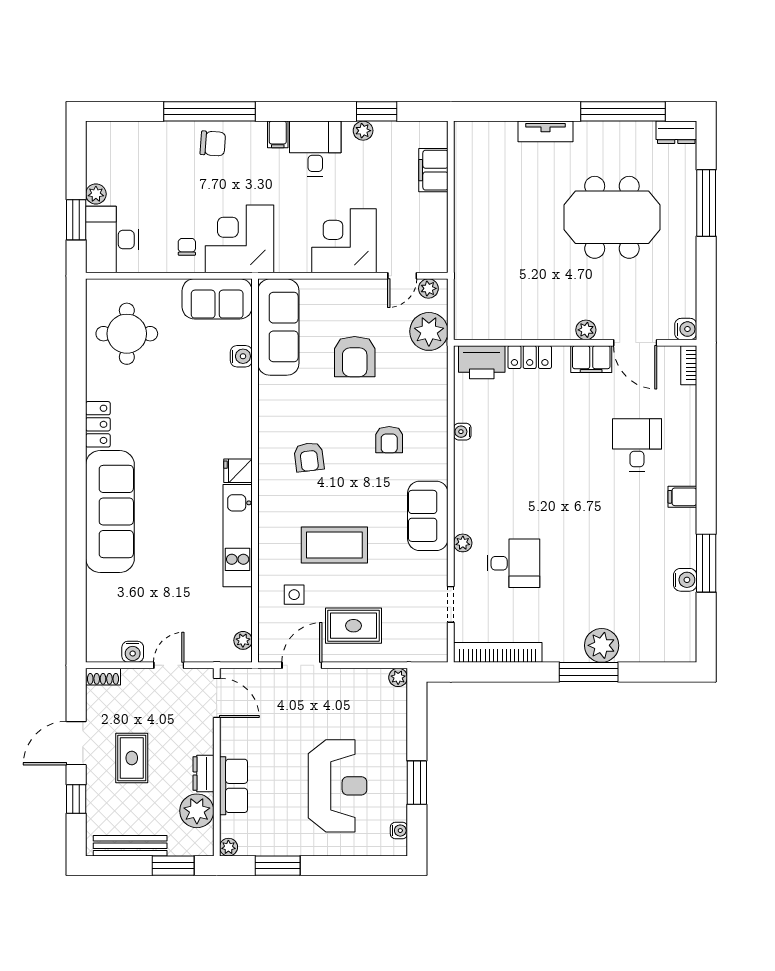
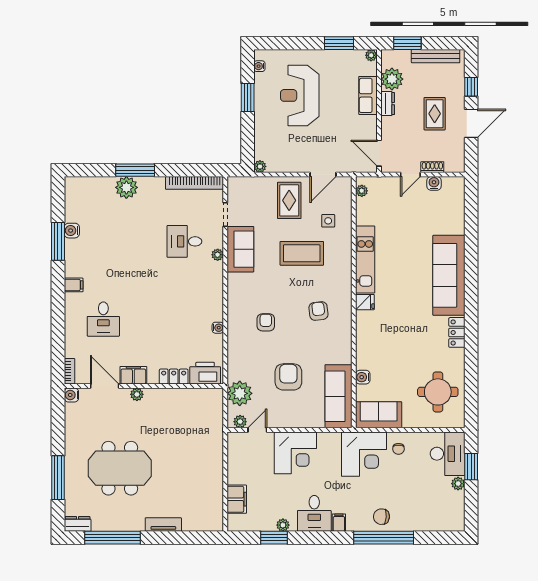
sofa: (428, 516) -> (240, 249), moved
rug: (353, 626) -> (289, 200), turned 90
shoe rack: (103, 677) -> (432, 167), moved

